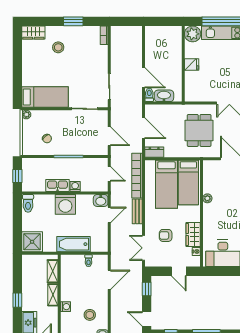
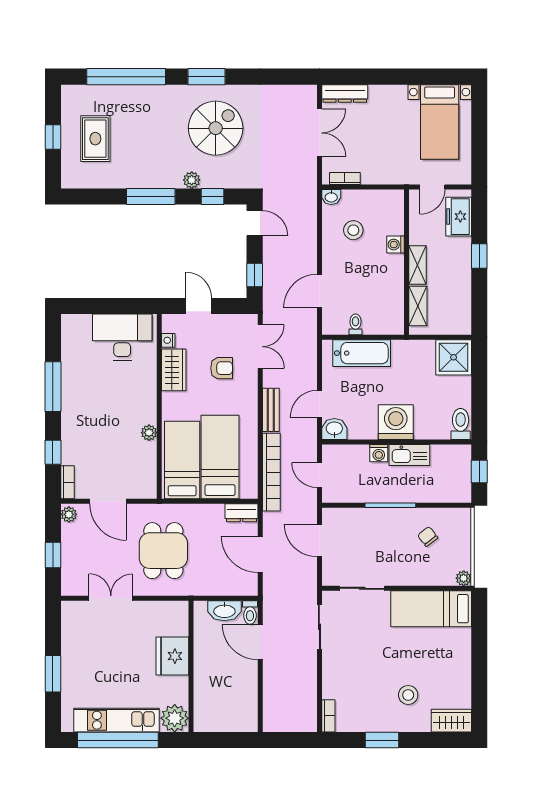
fridge: (192, 65) -> (172, 656), width x1.88, depth x1.34
bathtub: (74, 244) -> (362, 353), moved

